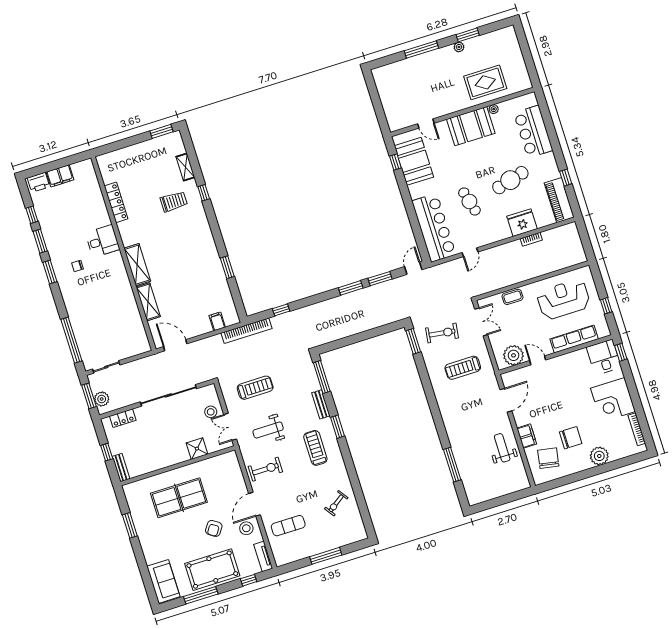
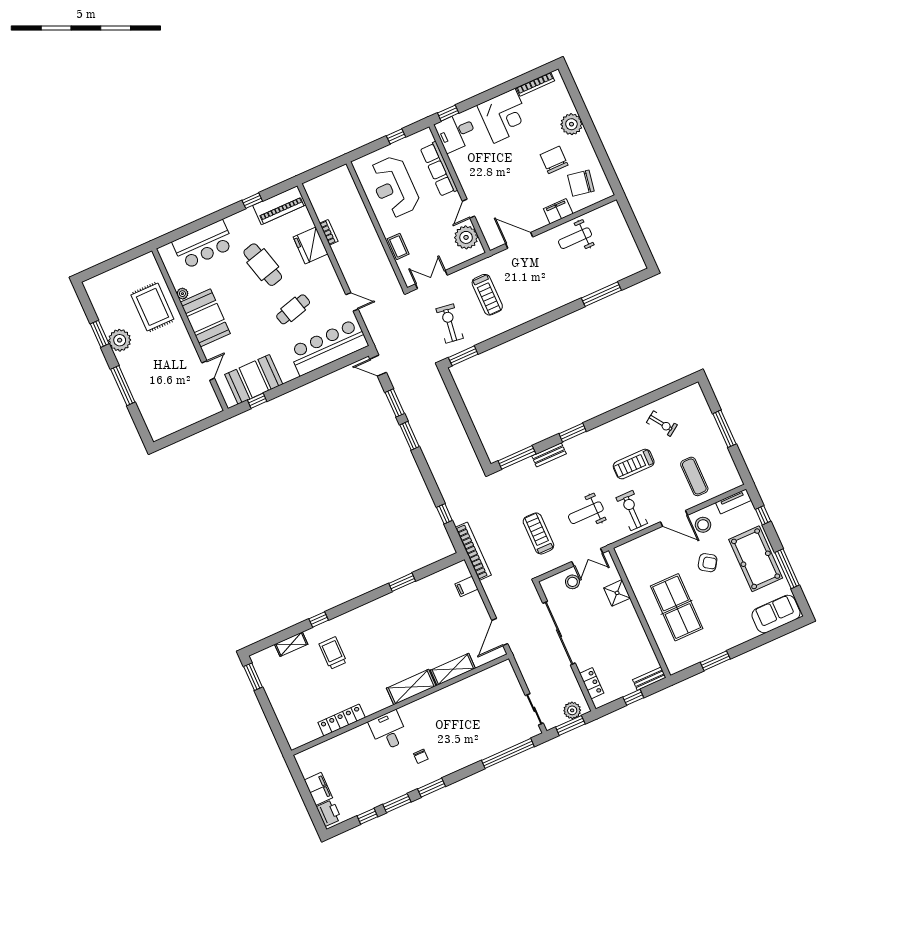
plant: (459, 47) -> (120, 340), width x1.87, depth x1.87
weight bench: (268, 430) -> (586, 513), turned 90
treadmill: (315, 448) -> (634, 464), moved

